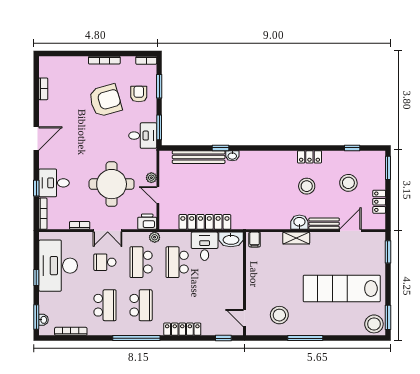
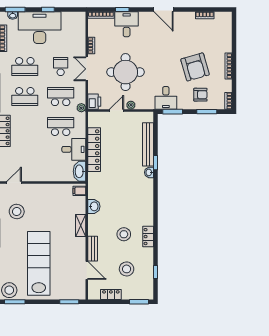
washbasin: (299, 222) -> (94, 206), moved
desk: (58, 266) -> (40, 28), moved

